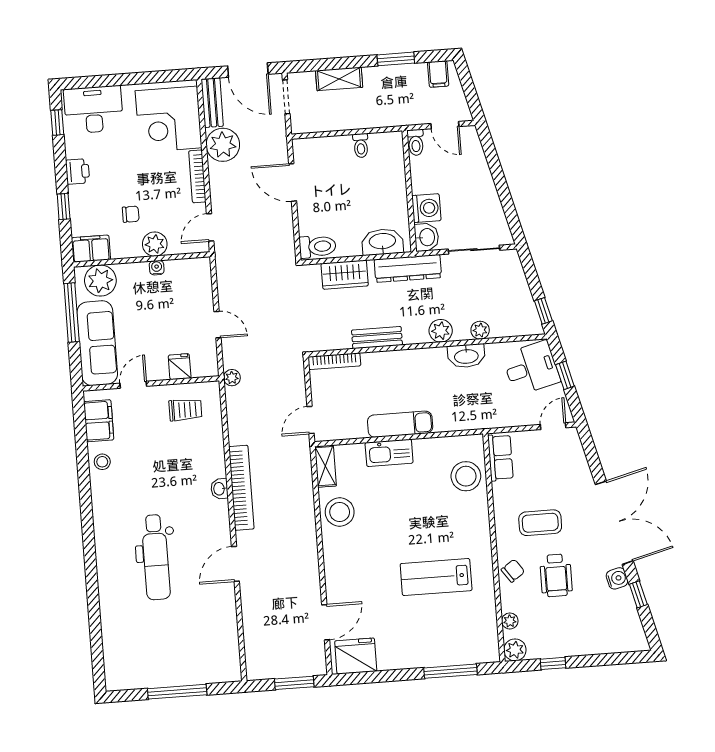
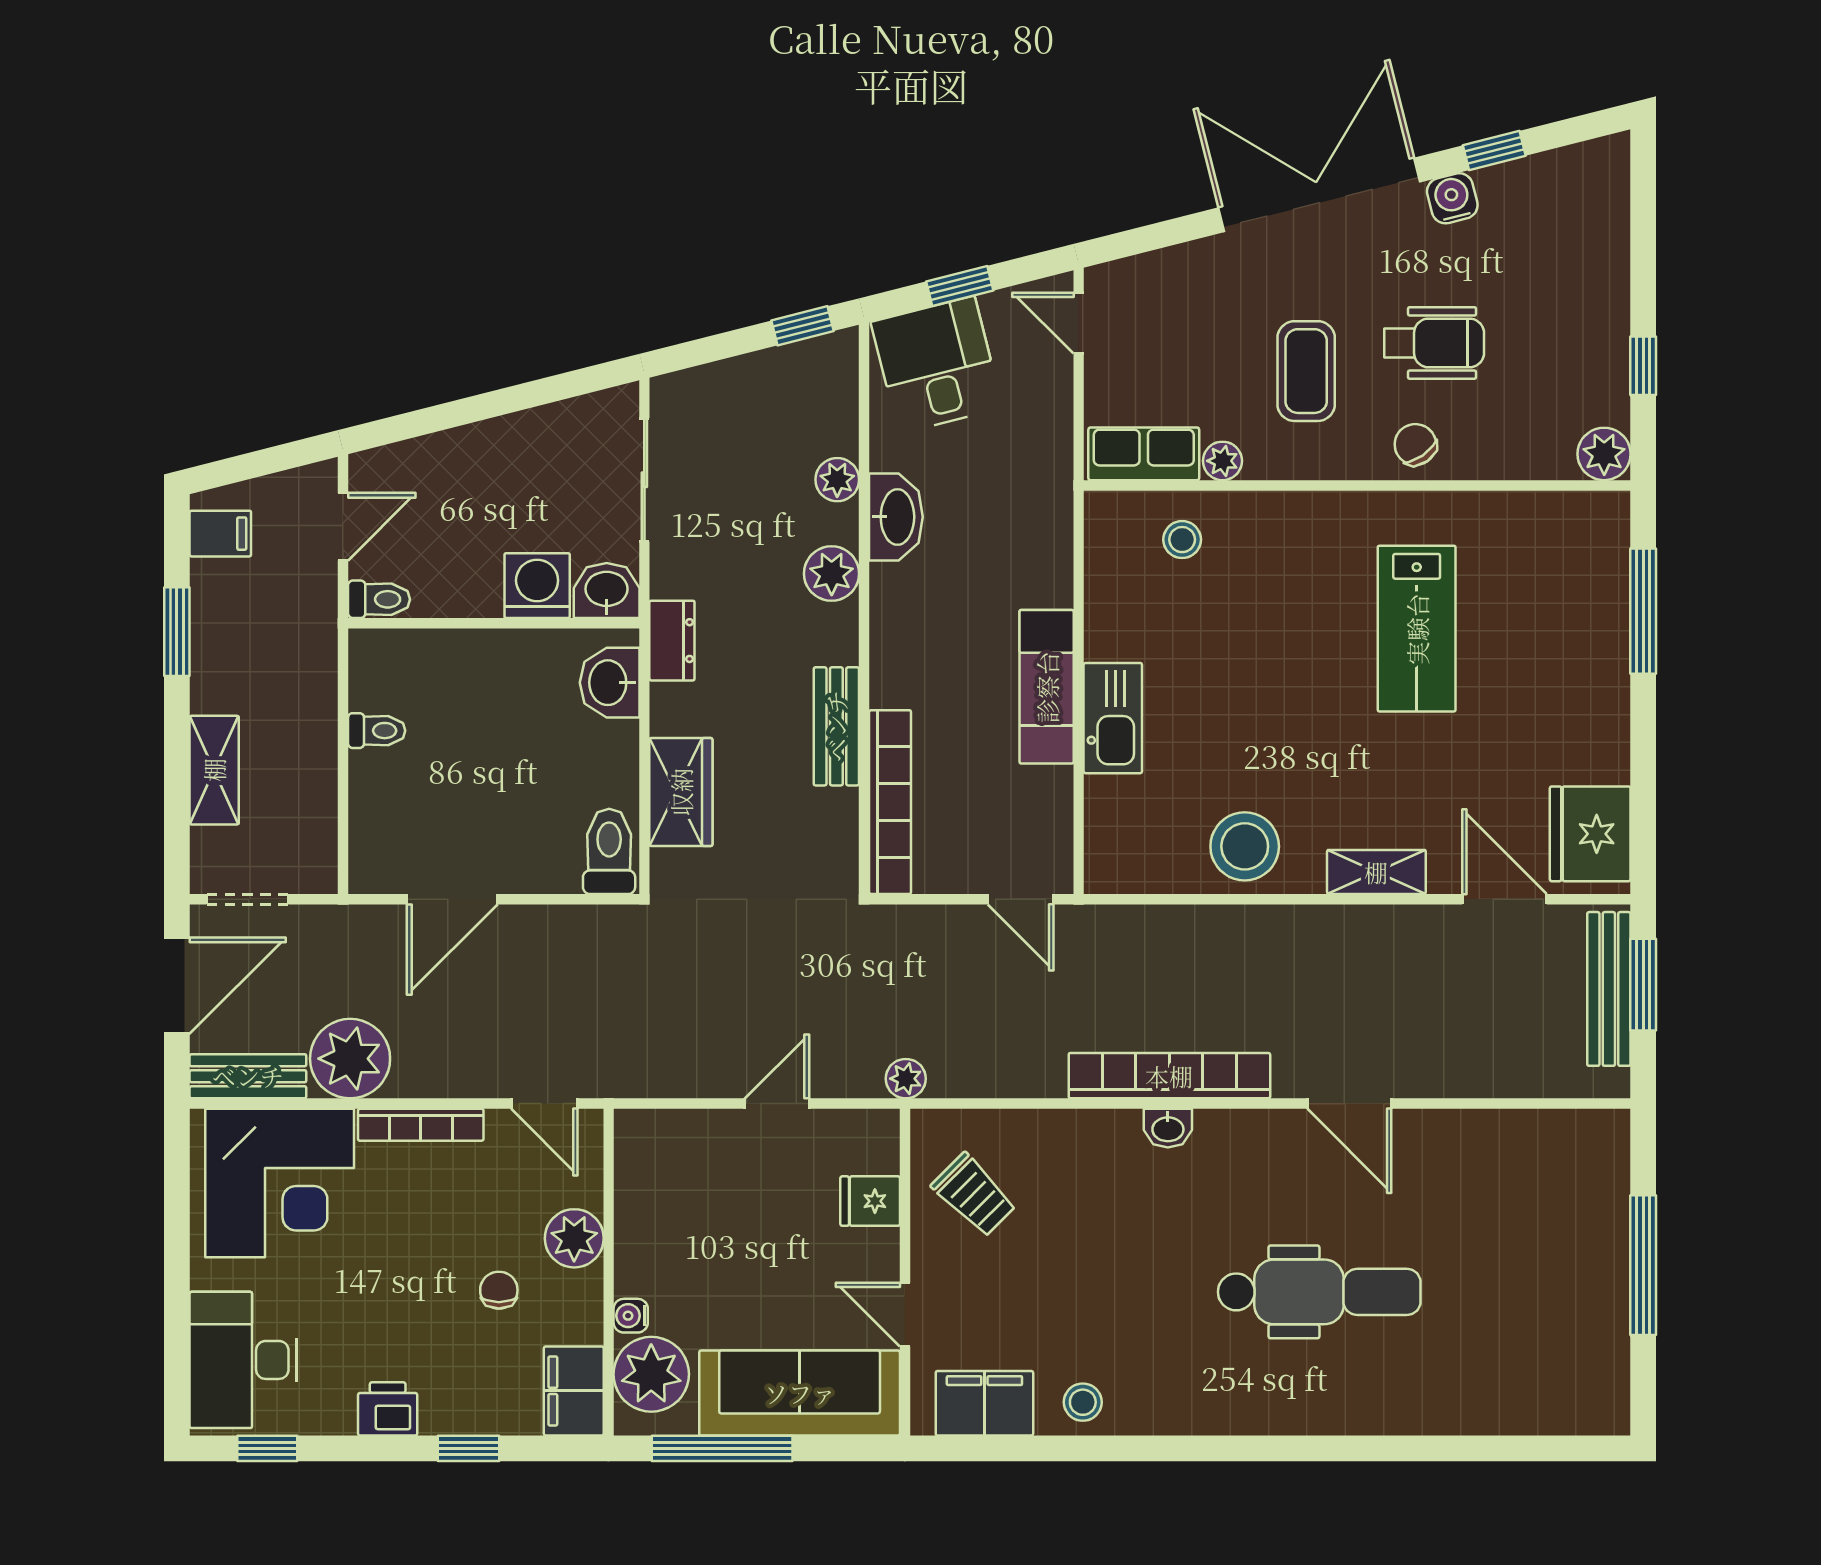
washbasin: (382, 242) -> (610, 683), width x0.72
water cooler: (157, 268) -> (631, 1316), moved
dresser: (408, 268) -> (672, 641), width x0.51, depth x0.80
bookcase: (334, 361) -> (890, 802), width x1.48, depth x1.31
trolley: (185, 410) -> (974, 1195), turned 135
shelving: (325, 466) -> (1376, 872), moved
stool: (466, 476) -> (1182, 540), width x0.53, depth x0.53
plant: (510, 621) -> (1222, 461), moved
bench: (291, 669) -> (1609, 989), added

